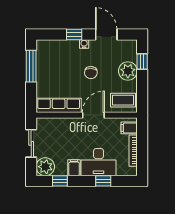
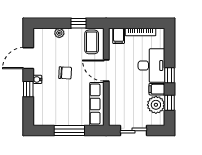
window: (142, 62) -> (79, 23), moved
window: (31, 66) -> (69, 131), moved
plant: (128, 71) -> (59, 33), width x0.53, depth x0.53
plant: (45, 167) -> (156, 105), moved
window: (103, 181) -> (170, 75), moved

